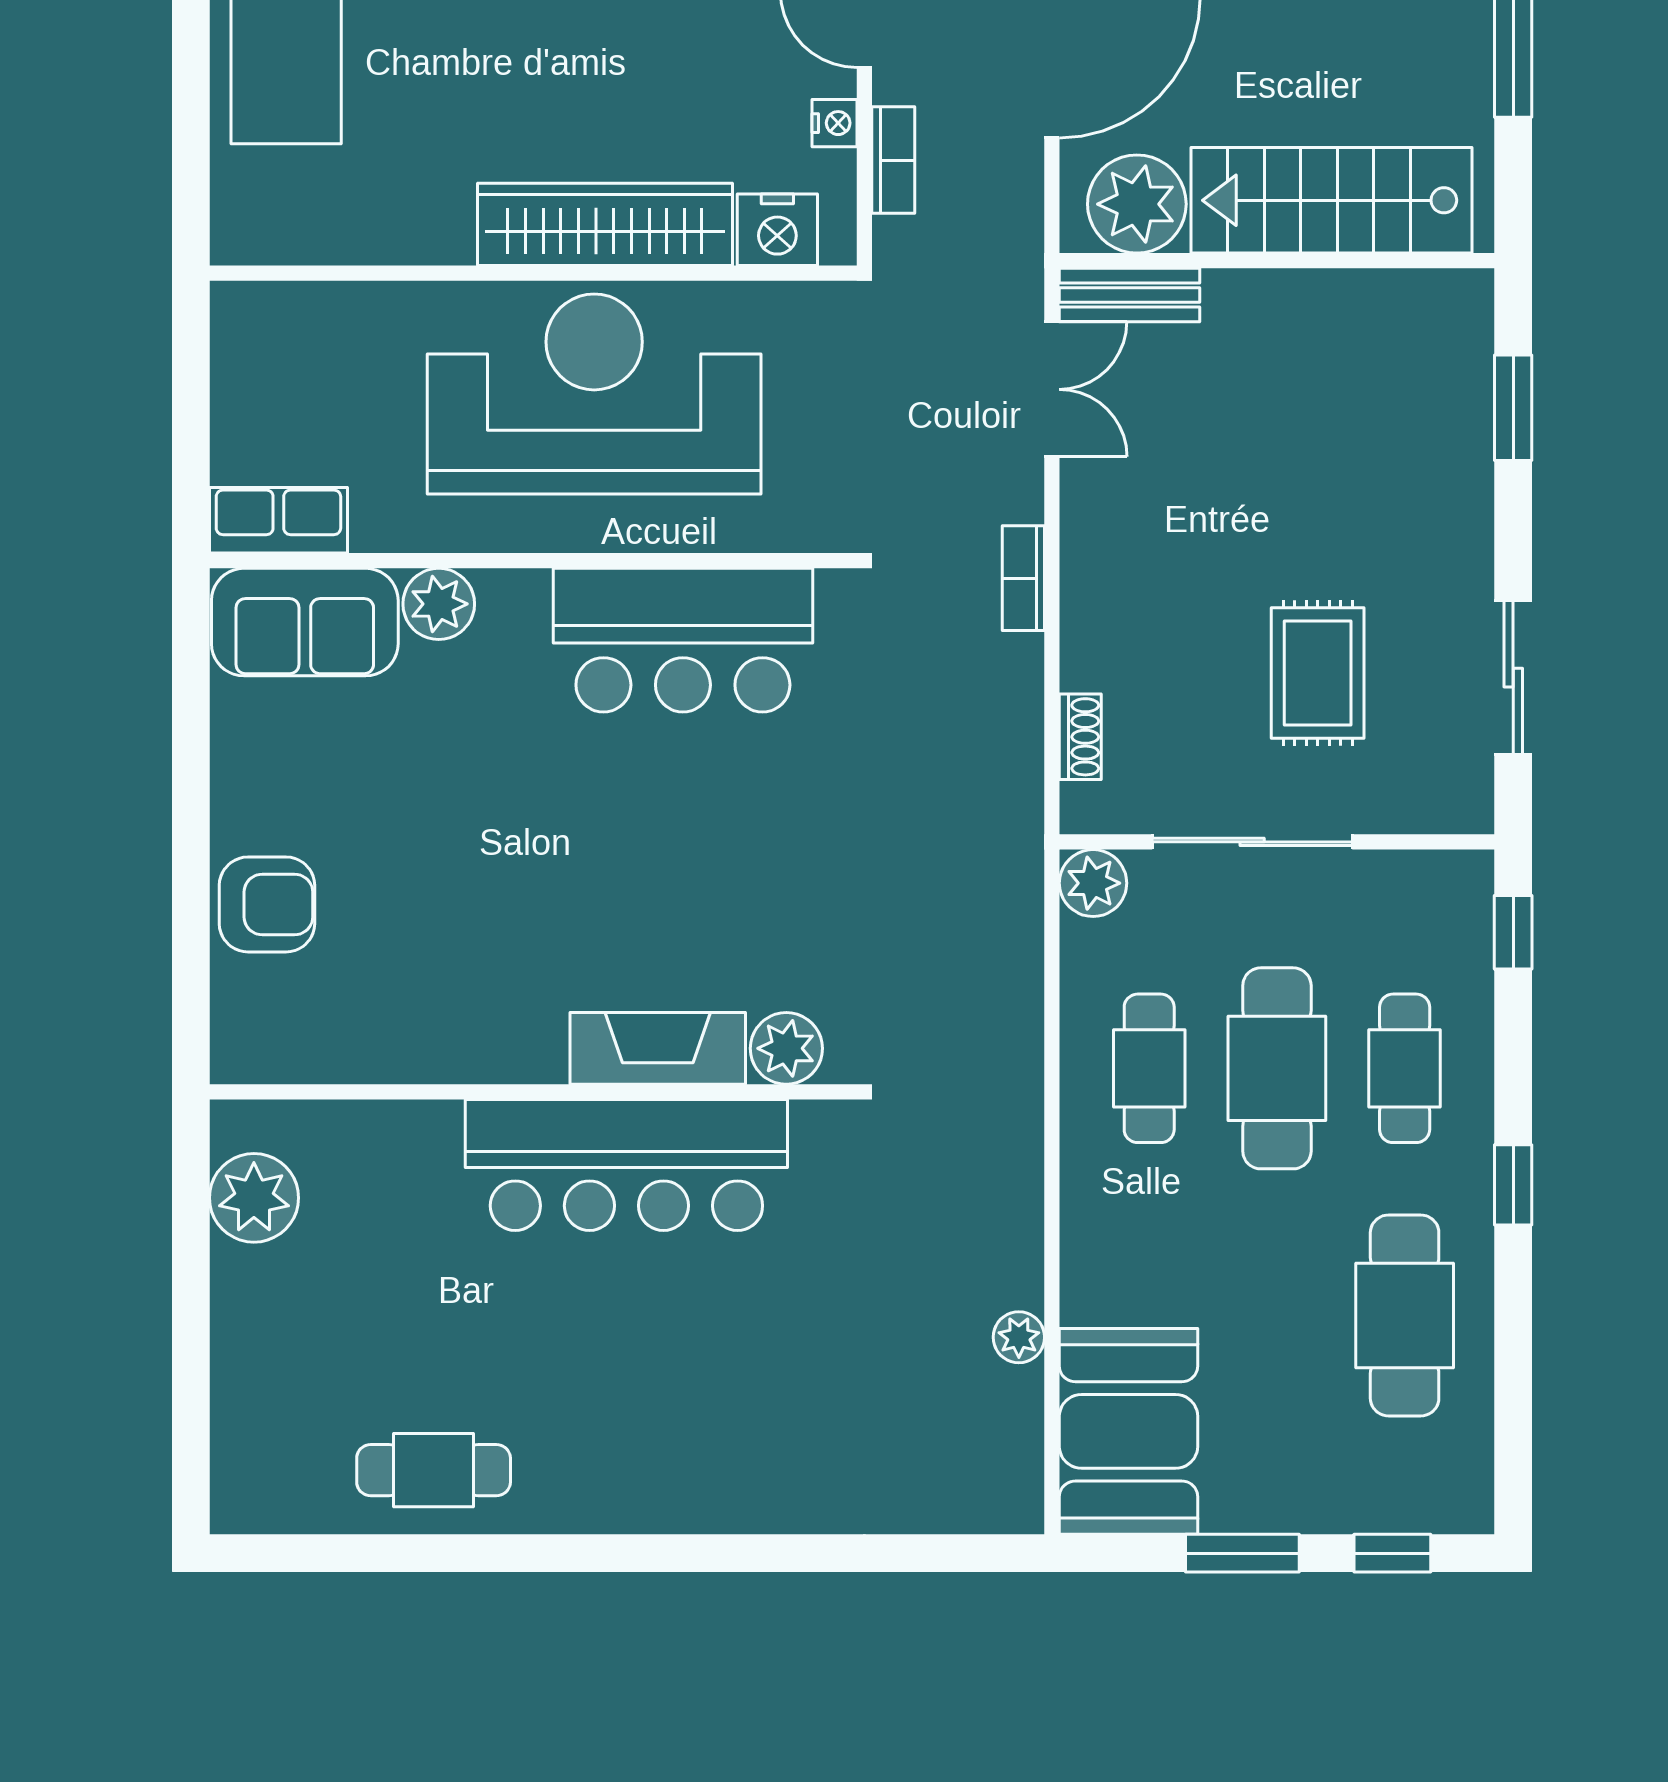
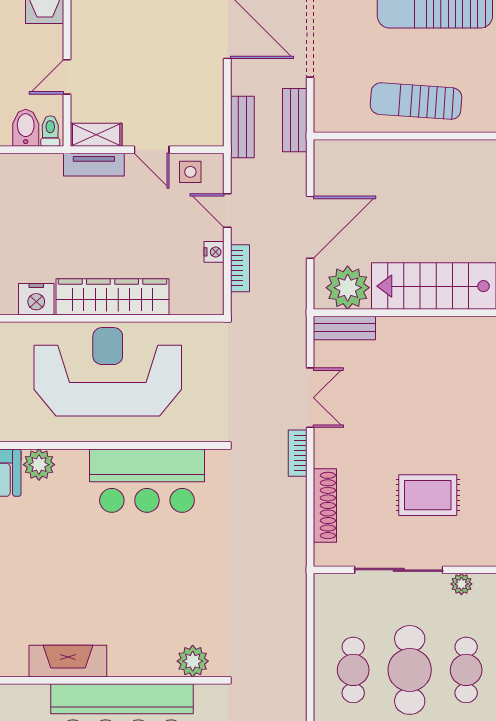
nightstand: (777, 230) -> (36, 299), moved
double door: (1052, 389) -> (310, 398), moved
rug: (1318, 673) -> (428, 495), turned 90
shoe rack: (1080, 737) -> (325, 505), width x1.94, depth x1.24
plant: (1093, 883) -> (461, 584), moved, width x0.73, depth x0.73
fireplace: (658, 1048) -> (68, 661), moved

